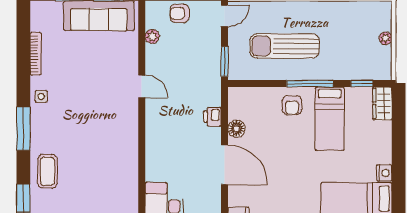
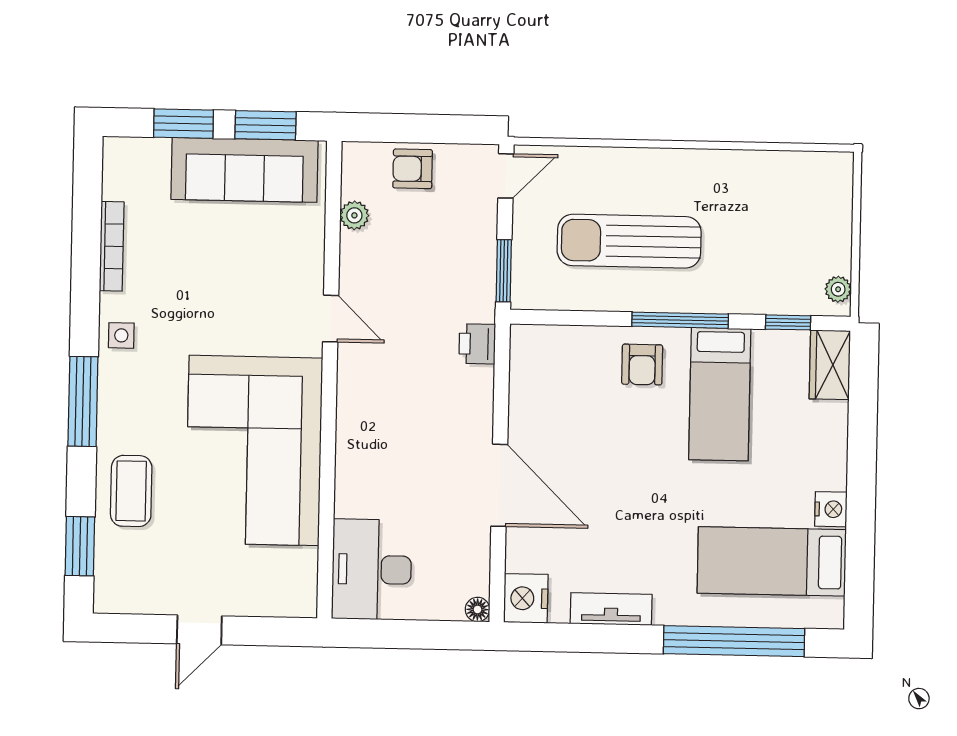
plant: (386, 38) -> (838, 289), moved
printer: (212, 117) -> (477, 344), moved
floor lamp: (236, 129) -> (526, 411), removed
corner sofa: (106, 150) -> (254, 450), added

